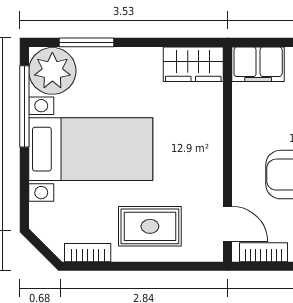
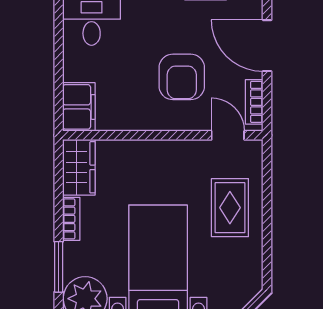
door: (228, 224) -> (228, 135), hinge flipped
bookcase: (88, 253) -> (71, 219), moved, turned 180

